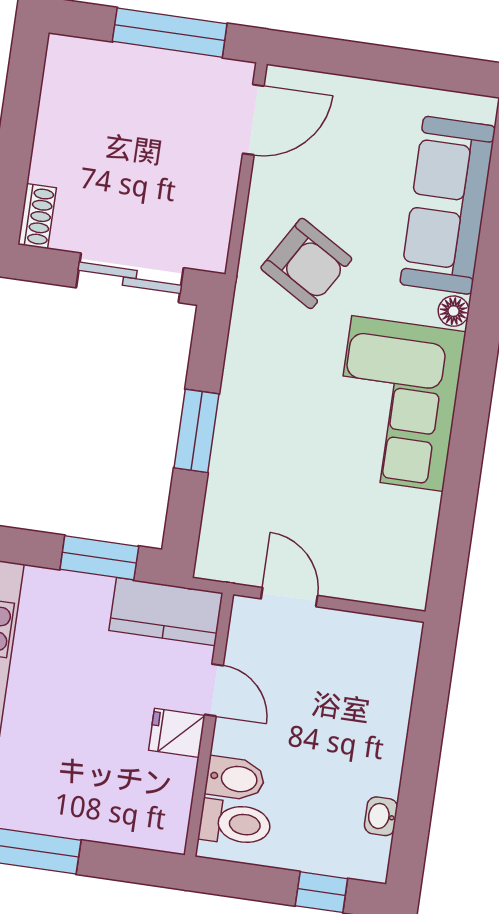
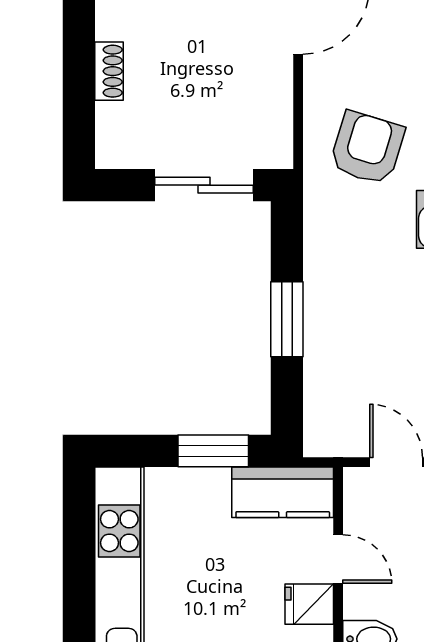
shoe rack: (37, 216) -> (109, 71), moved
armchair: (306, 263) -> (367, 148), turned -104

